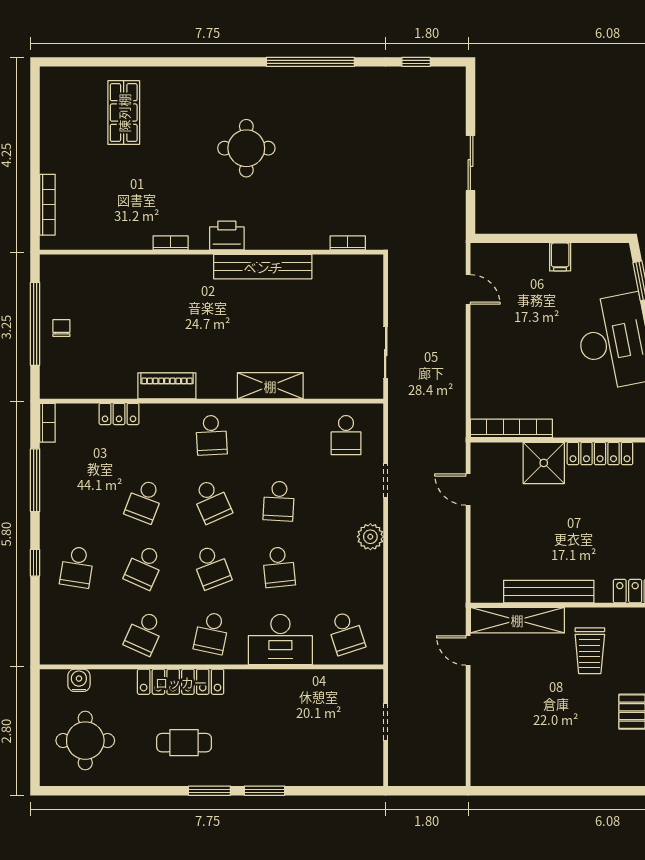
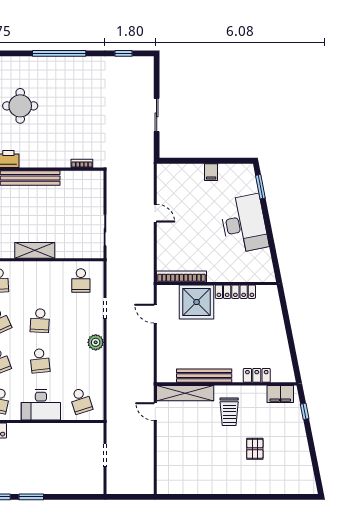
door: (468, 289) -> (155, 213), moved
shower: (544, 463) -> (197, 302), width x1.37, depth x1.37

